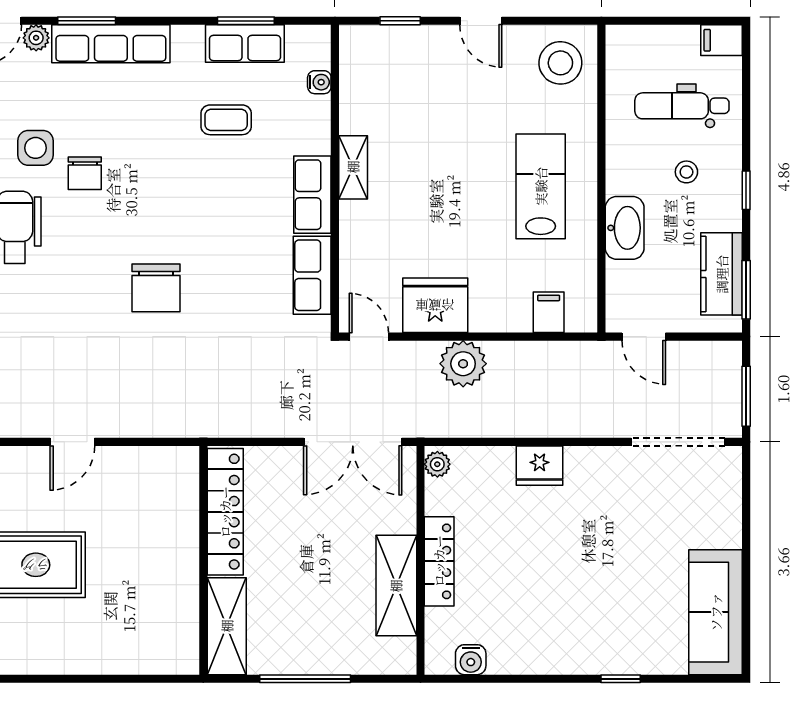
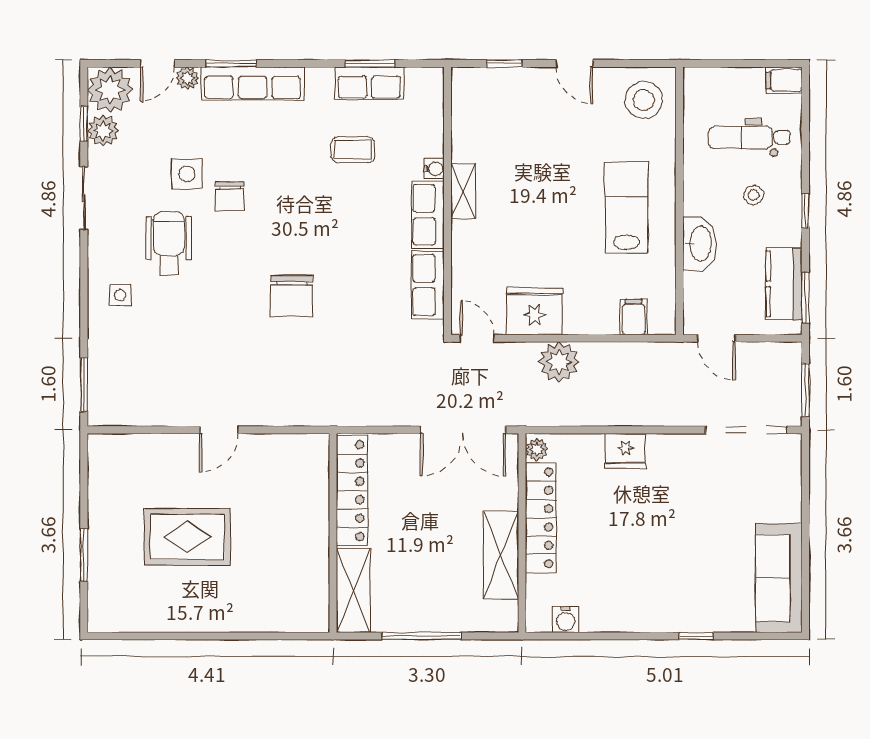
water cooler: (319, 82) -> (434, 169), moved
locker: (439, 561) -> (541, 518), width x1.41, depth x1.21

